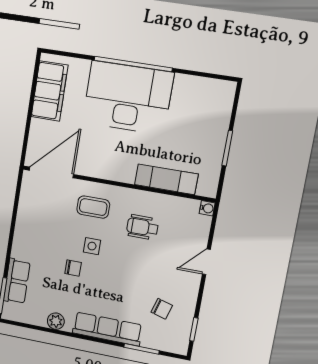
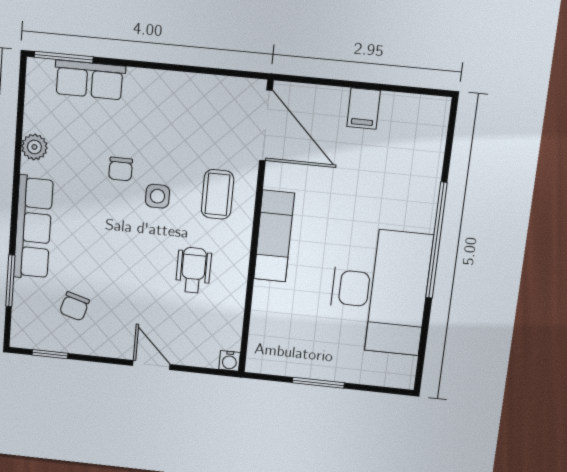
filing cabinet: (50, 91) -> (364, 108), width x0.33, depth x0.86
desk: (128, 98) -> (379, 291), moved
exam couch: (166, 179) -> (274, 236), moved

